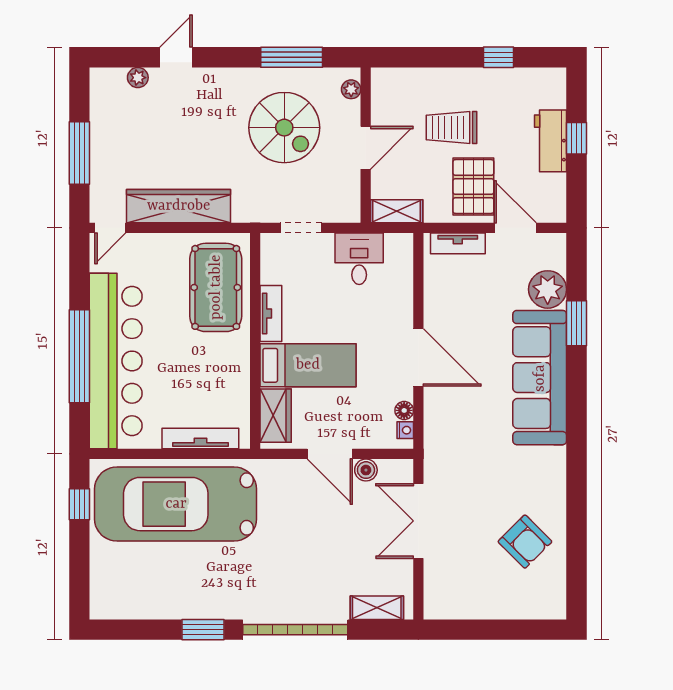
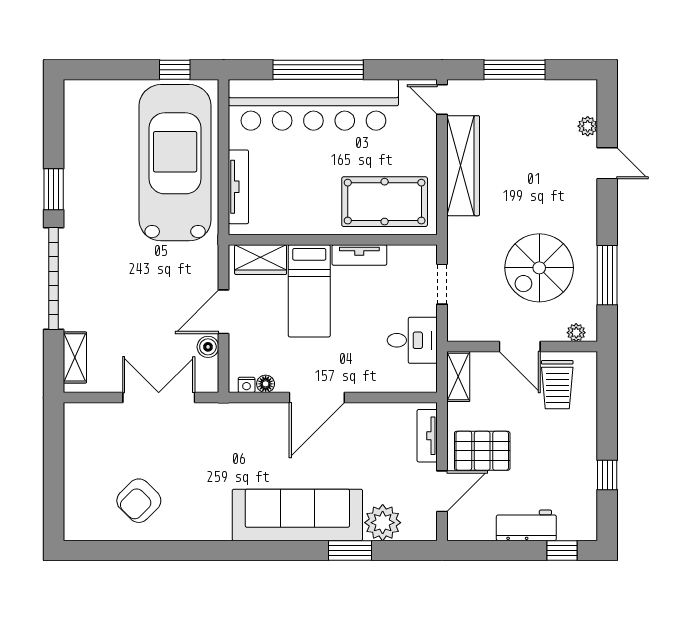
trolley: (452, 127) -> (557, 385), moved, turned 180
window: (576, 138) -> (562, 551), moved

